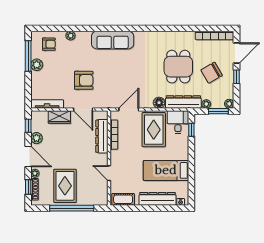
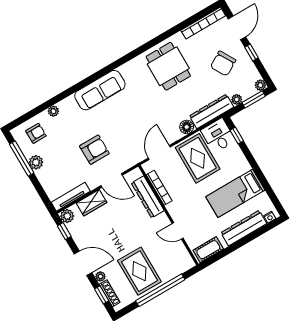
dining table: (178, 67) -> (168, 66), moved
plant: (36, 138) -> (67, 216), moved

